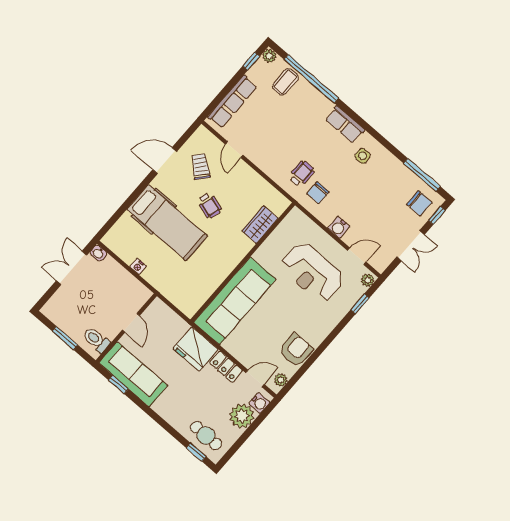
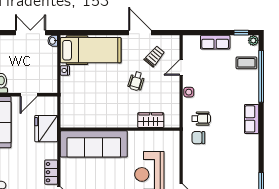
row of seats: (232, 102) -> (215, 42), width x0.68
side table: (363, 156) -> (189, 92), moved
hospital bed: (167, 223) -> (91, 50), moved, turned -90
water cooler: (339, 227) -> (189, 167), removed
fridge: (196, 349) -> (46, 129), moved

